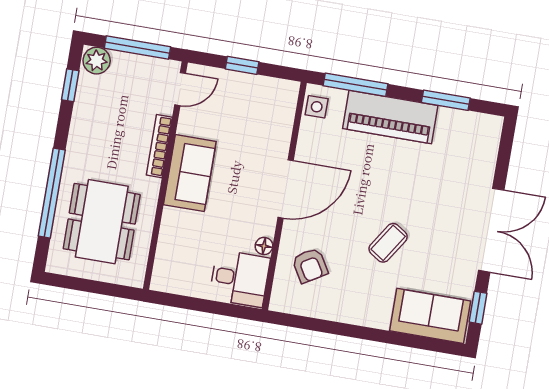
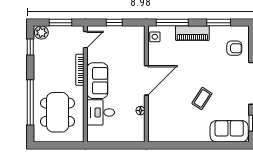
window: (137, 48) -> (61, 23), width x0.69
piano: (390, 117) -> (192, 33), width x0.73, depth x0.75
armchair: (310, 266) -> (234, 48), moved, turned -59
desk: (240, 278) -> (101, 112), moved, turned 180

